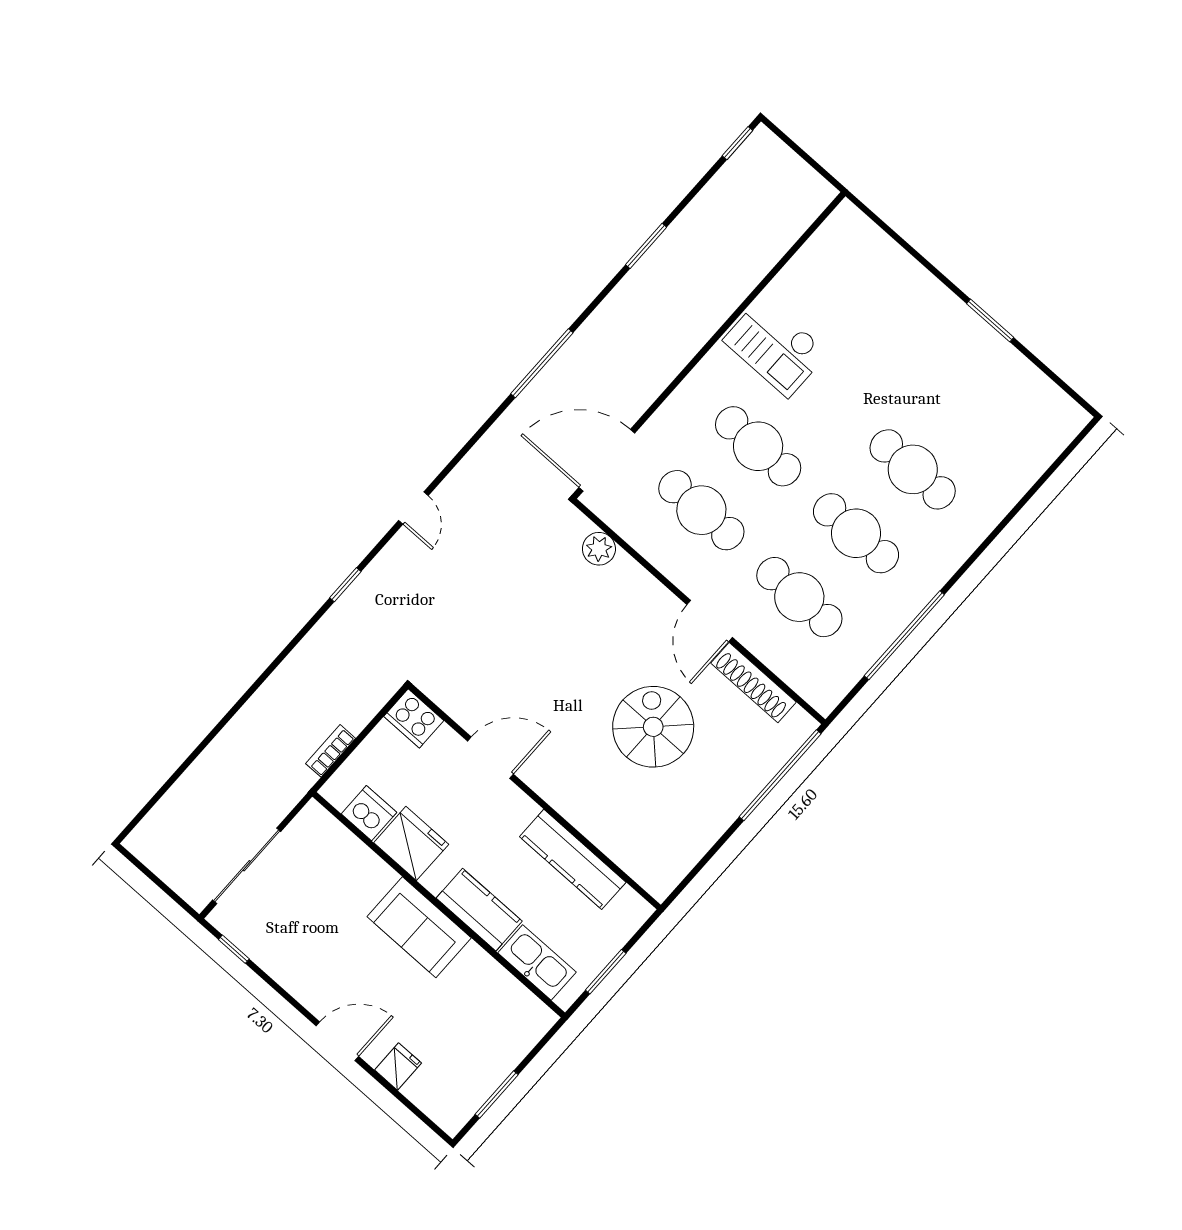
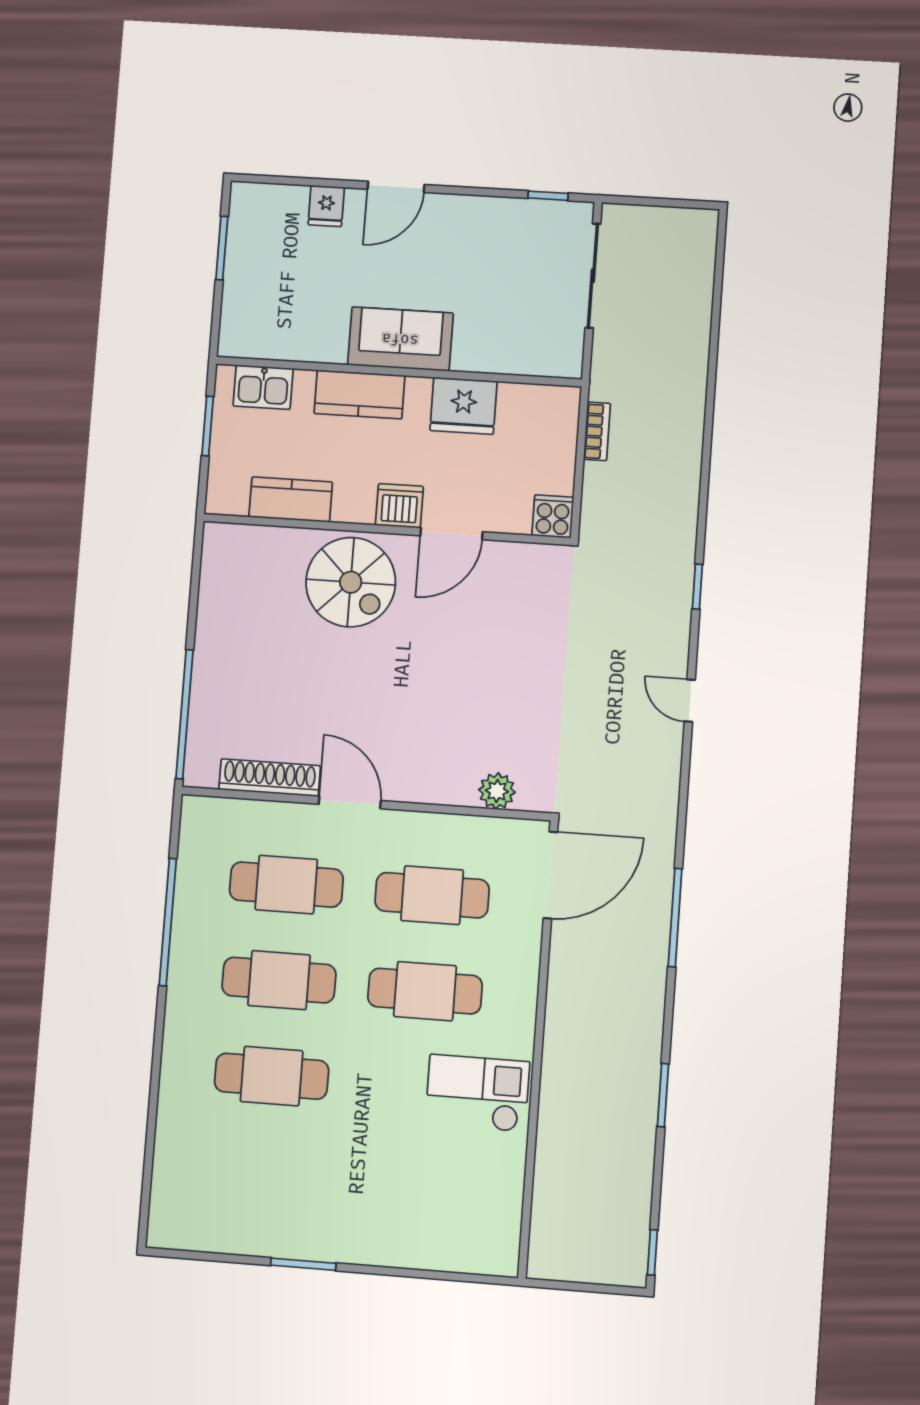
cooker: (414, 718) -> (553, 516), width x0.73
spiral stairs: (653, 727) -> (351, 582), moved
dishwasher: (369, 813) -> (399, 506), moved, turned 180
kitchen counter: (573, 859) -> (291, 500), width x0.67
kitchen sink: (537, 962) -> (263, 387), width x0.73

